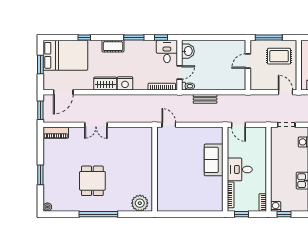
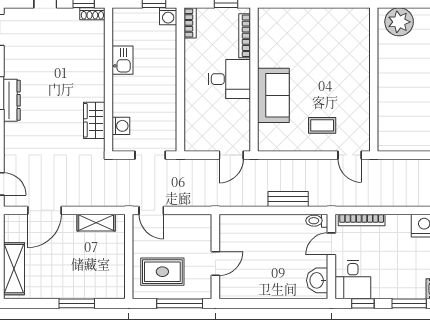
door: (239, 125) -> (231, 155), swing flipped
coffee table: (185, 142) -> (322, 125), added

